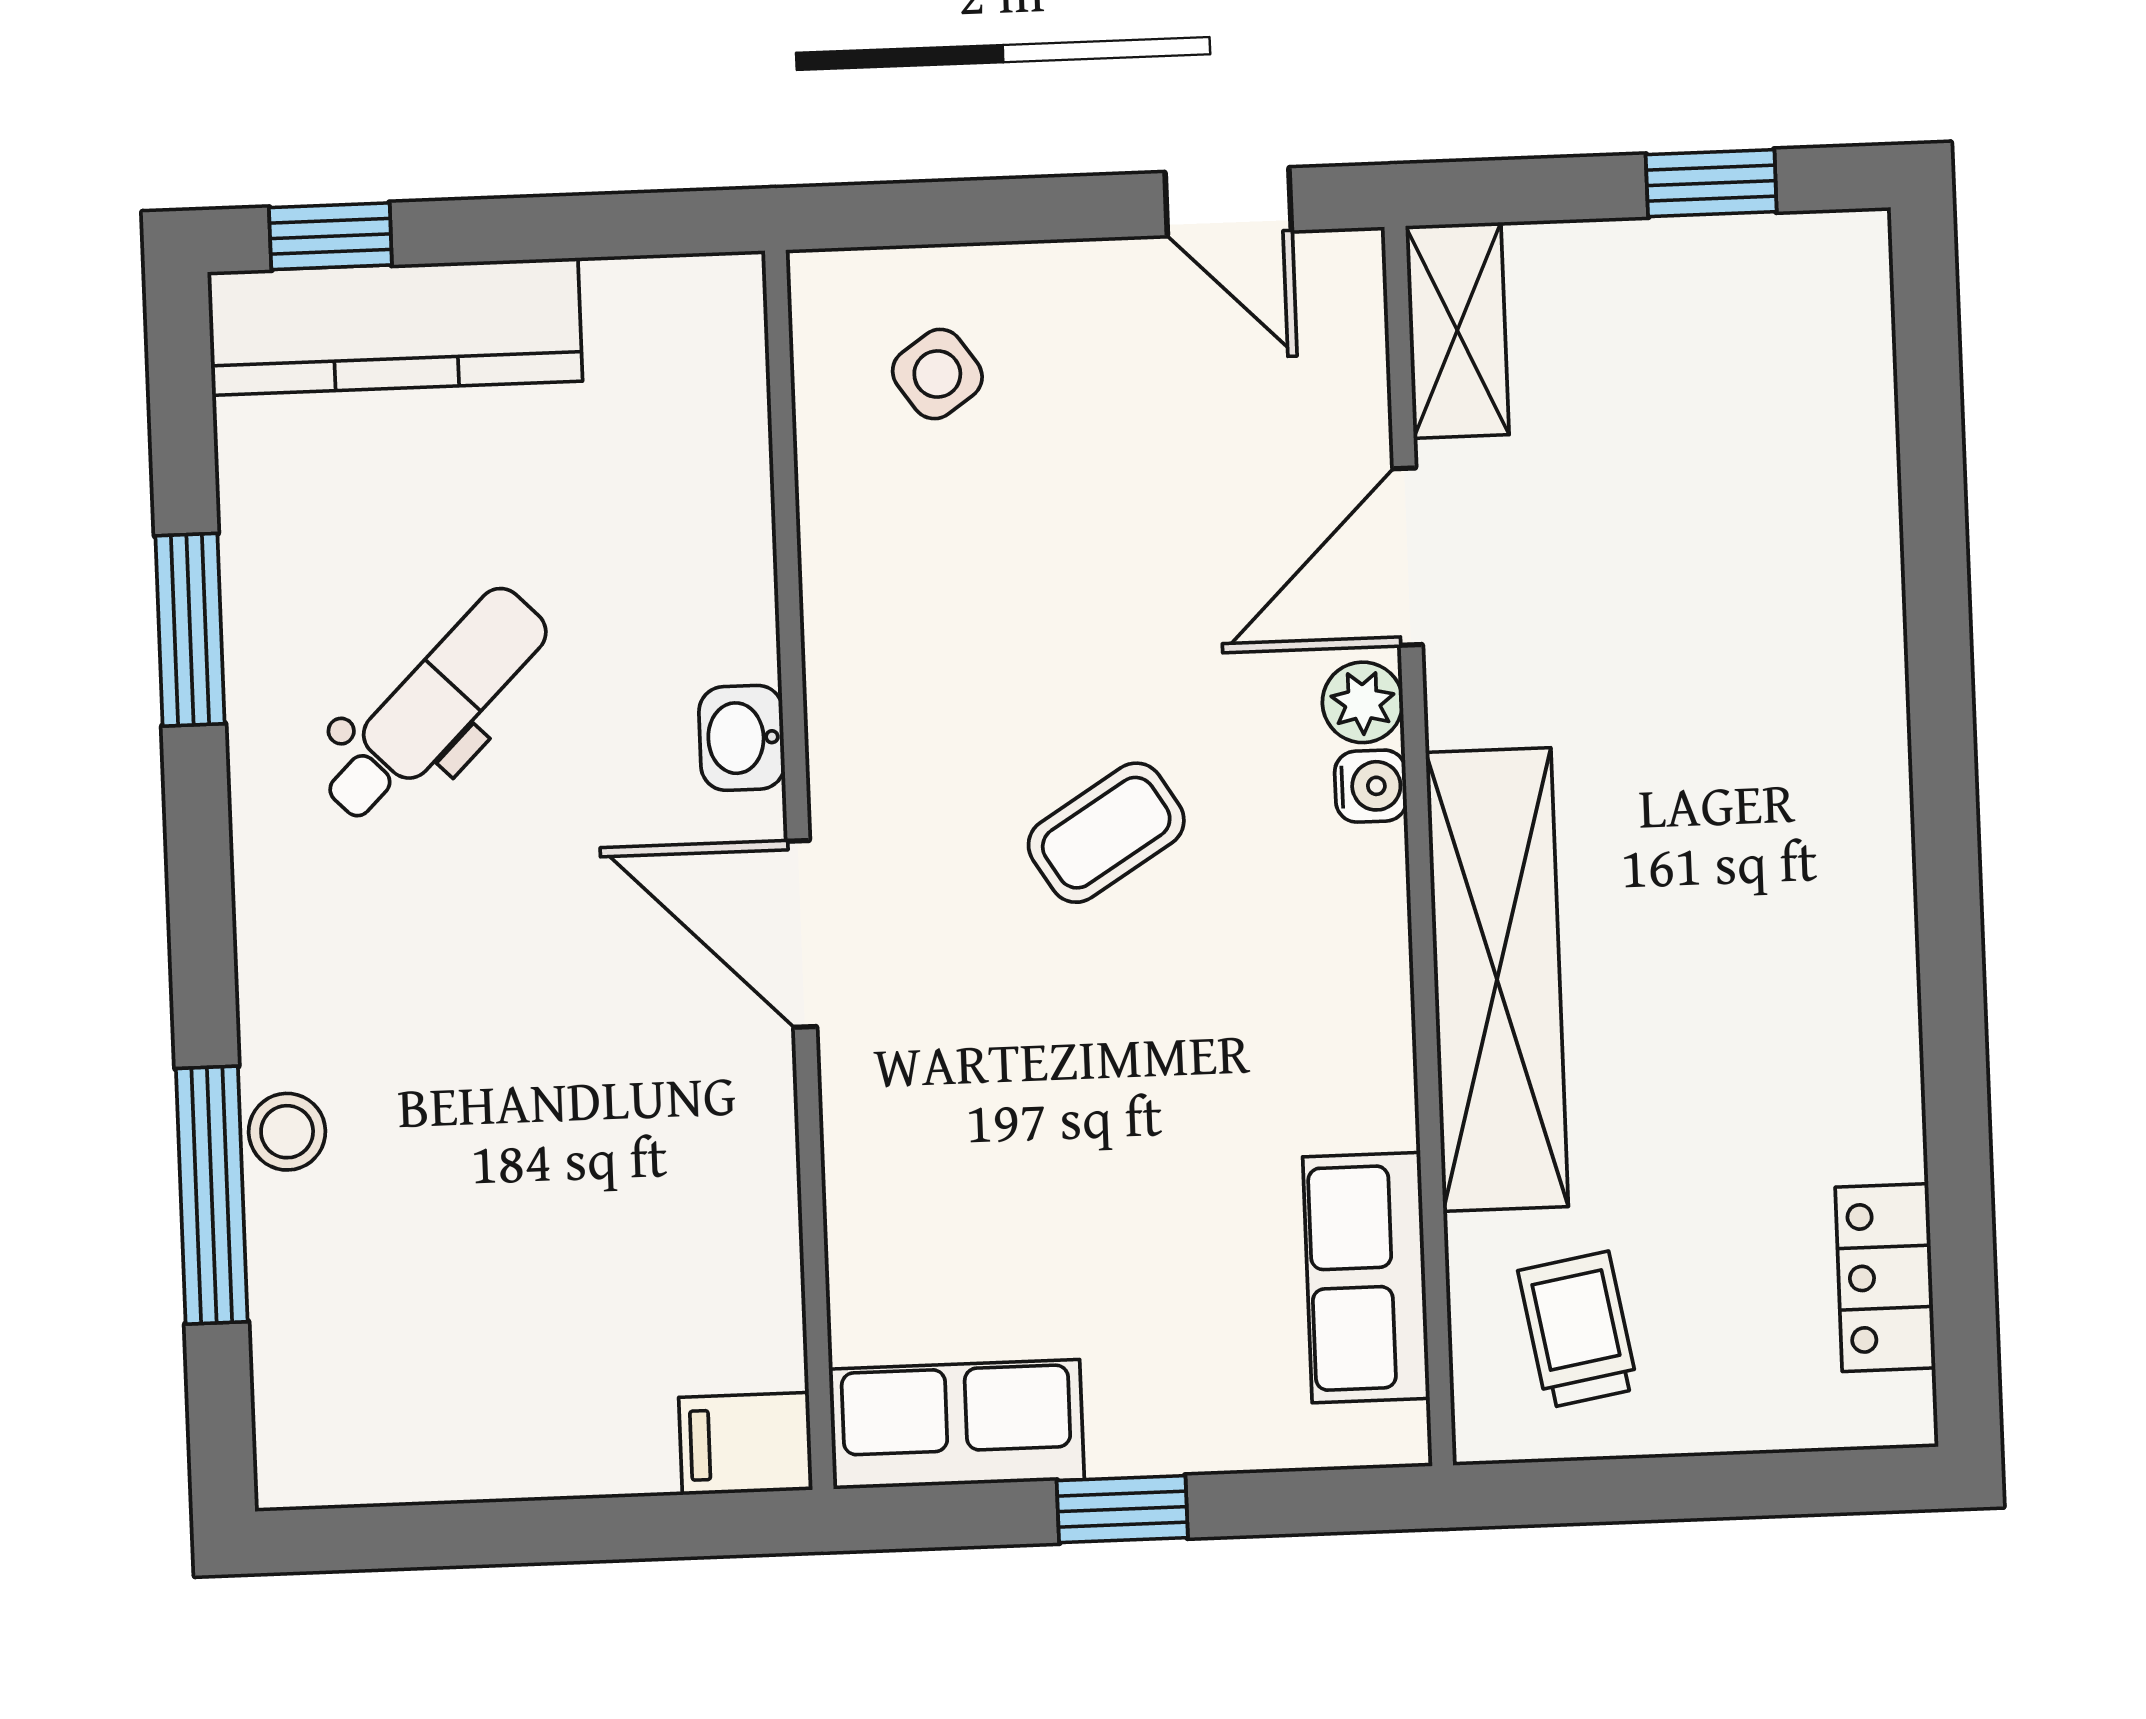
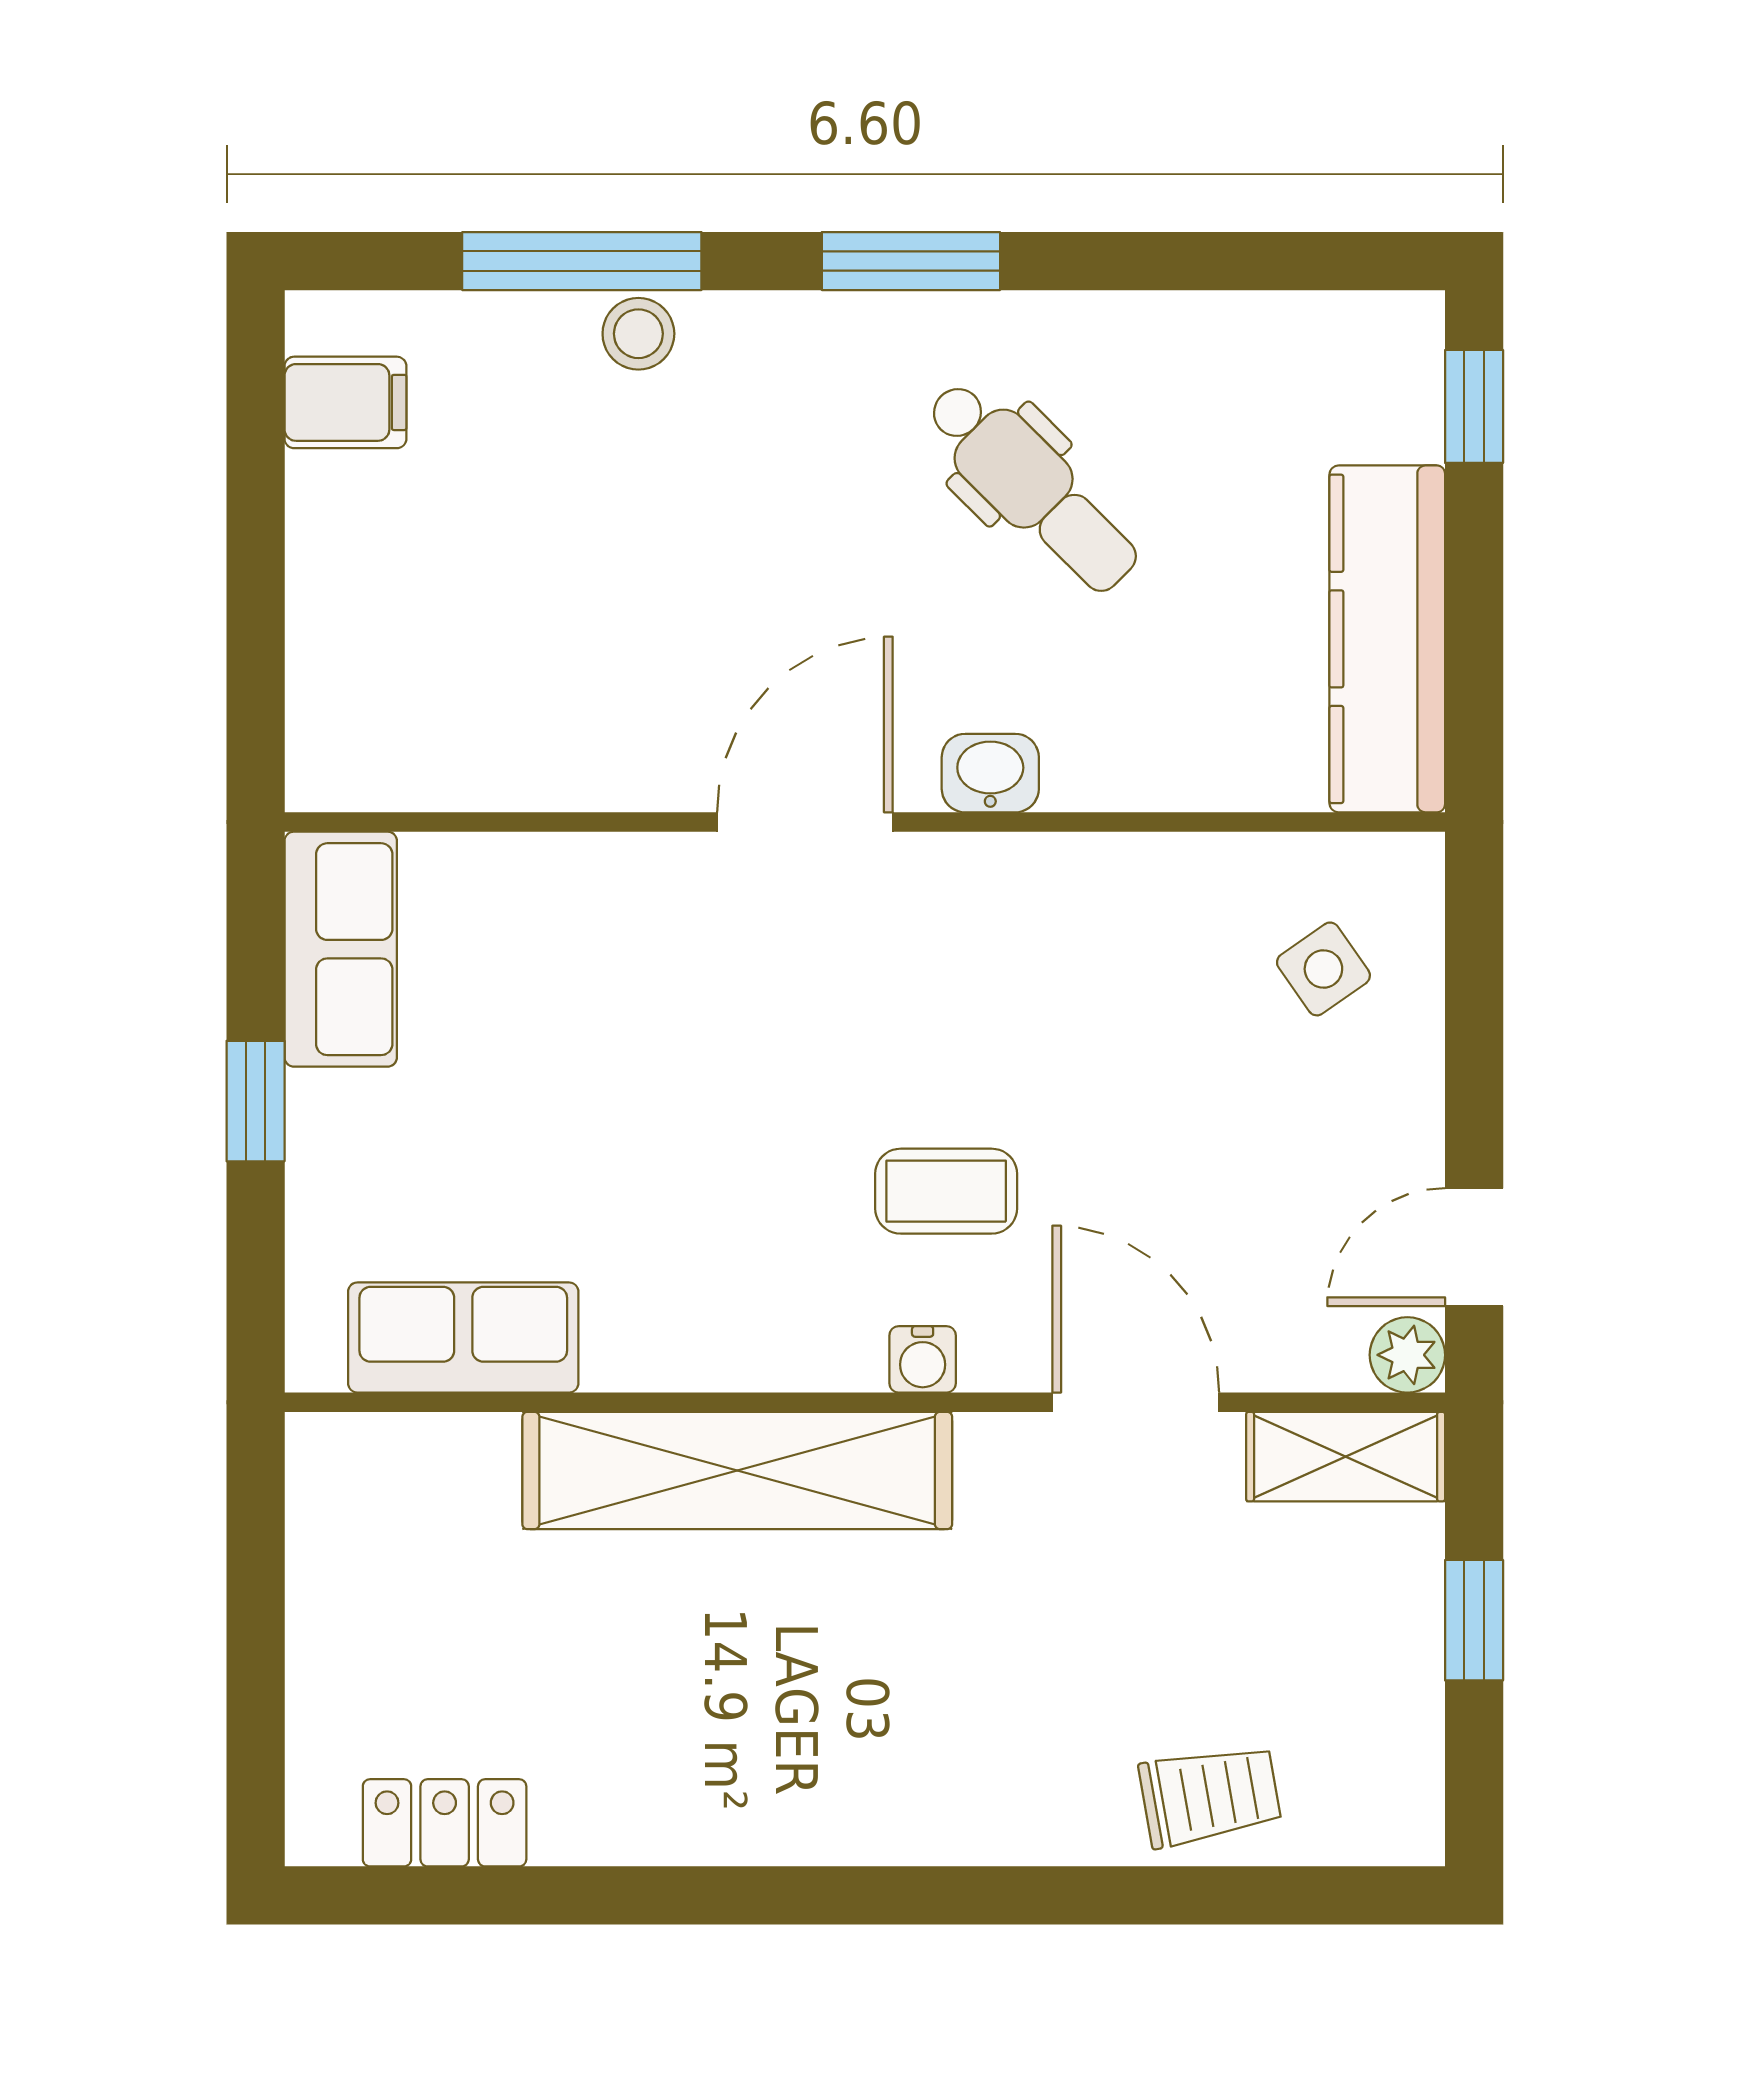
window: (1711, 183) -> (1474, 1620), moved
kitchen counter: (395, 327) -> (1387, 639), moved
window: (190, 630) -> (911, 261), moved
plant: (1363, 702) -> (1407, 1355), moved
coffee table: (1106, 833) -> (946, 1191), moved, turned -58
trolley: (1578, 1330) -> (1210, 1796), moved
filing cabinet: (746, 1444) -> (345, 402), moved, turned 90

